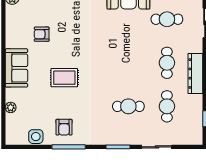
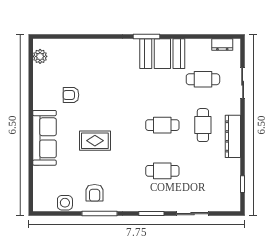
sofa: (16, 68) -> (45, 138), width x1.36
cafe table: (167, 106) -> (162, 125), moved, turned 90
plant: (11, 107) -> (38, 172), removed

